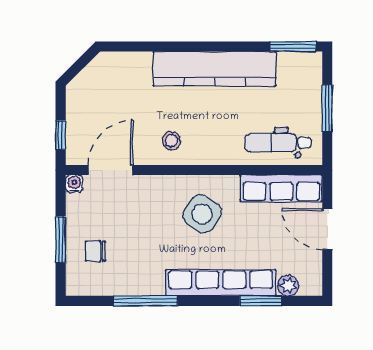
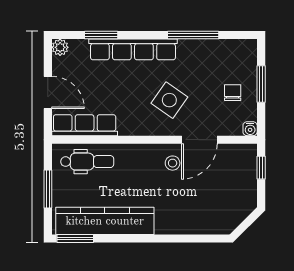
kitchen counter: (215, 69) -> (105, 221), moved
door: (111, 170) -> (199, 140), moved
side table: (202, 214) -> (169, 100), moved
chair: (96, 251) -> (233, 93), moved, turned -90
plant: (288, 286) -> (60, 47), moved

